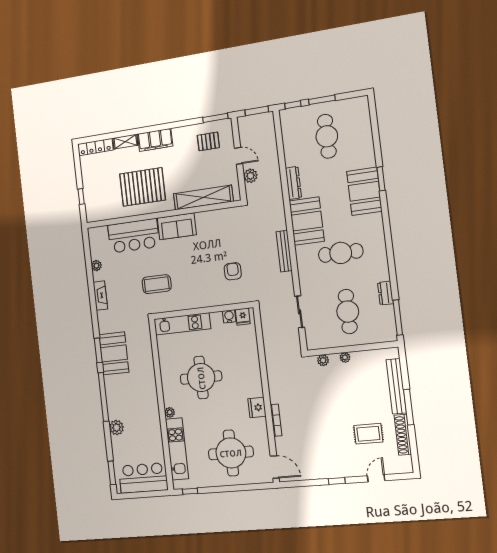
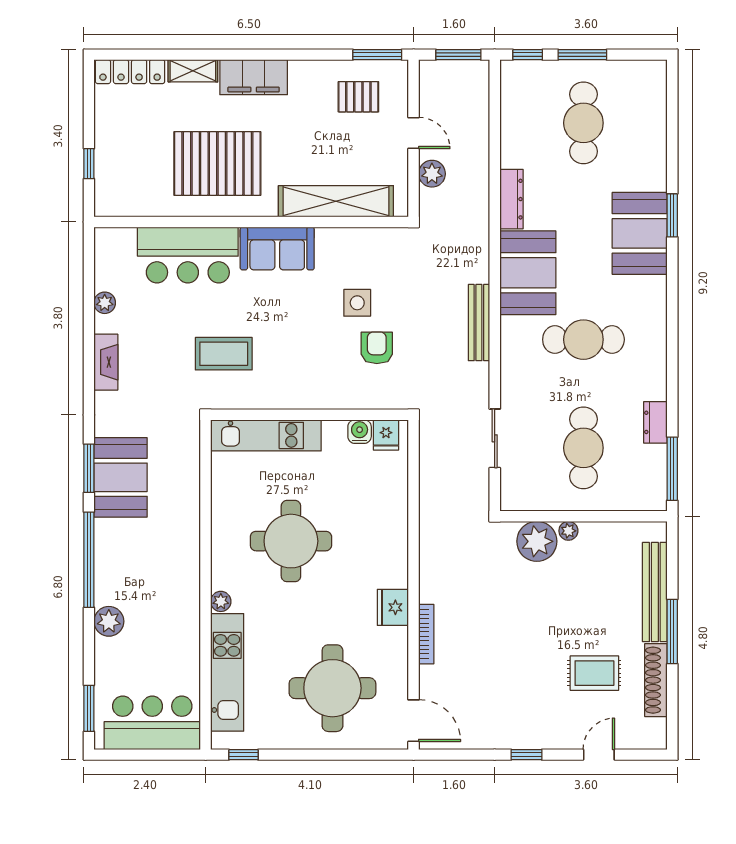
side table: (220, 249) -> (357, 303), added
plant: (323, 360) -> (537, 541), width x1.87, depth x1.87

